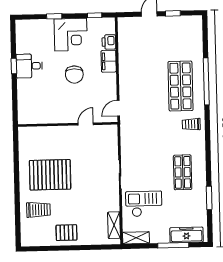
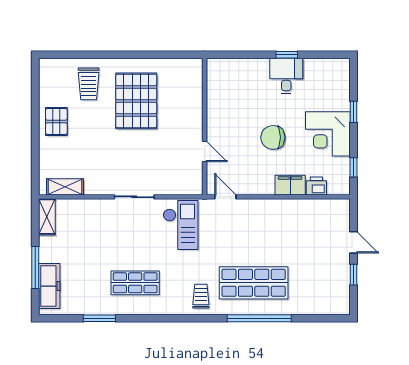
checkout: (144, 204) -> (181, 225), moved

